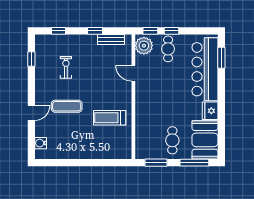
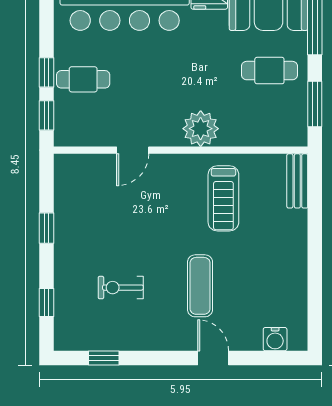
bench: (111, 39) -> (297, 181), moved
plant: (144, 46) -> (201, 129), moved

